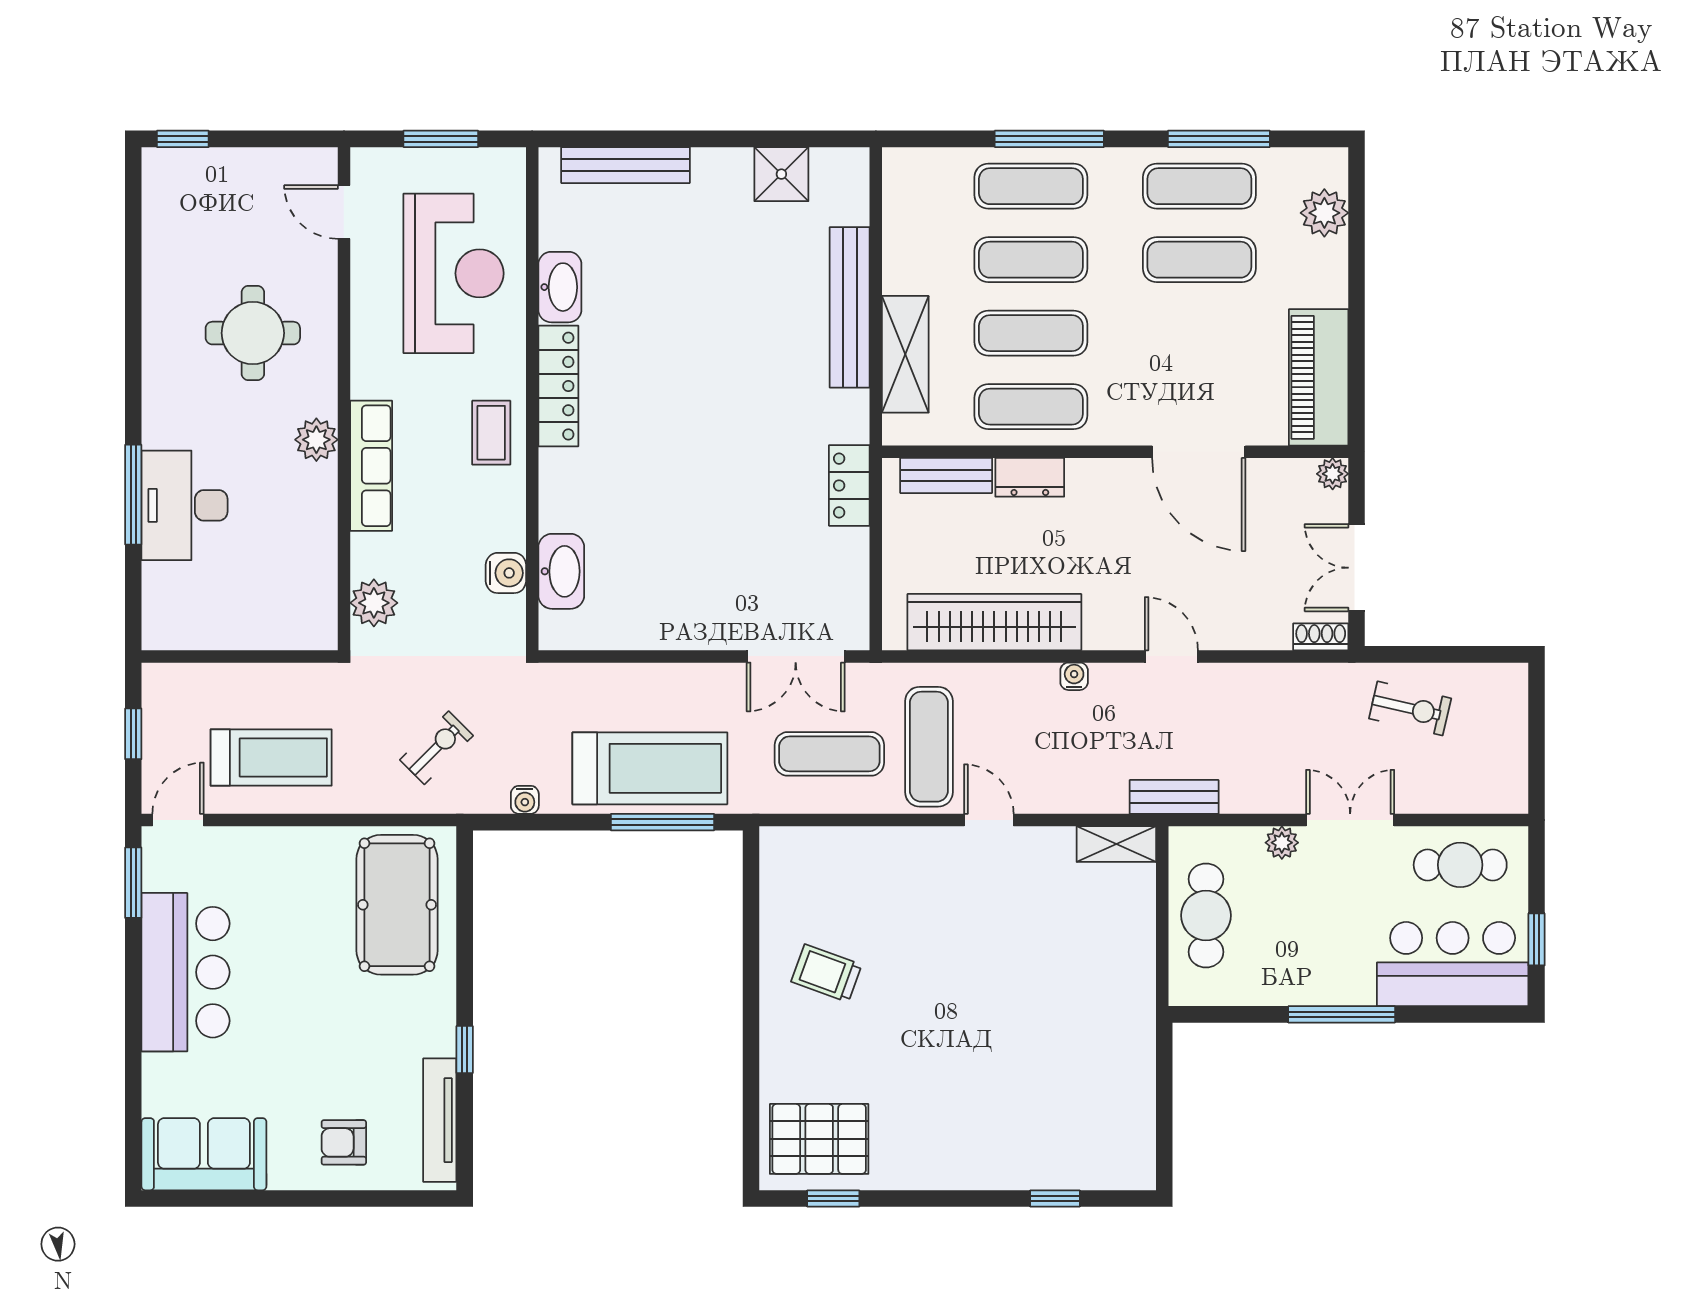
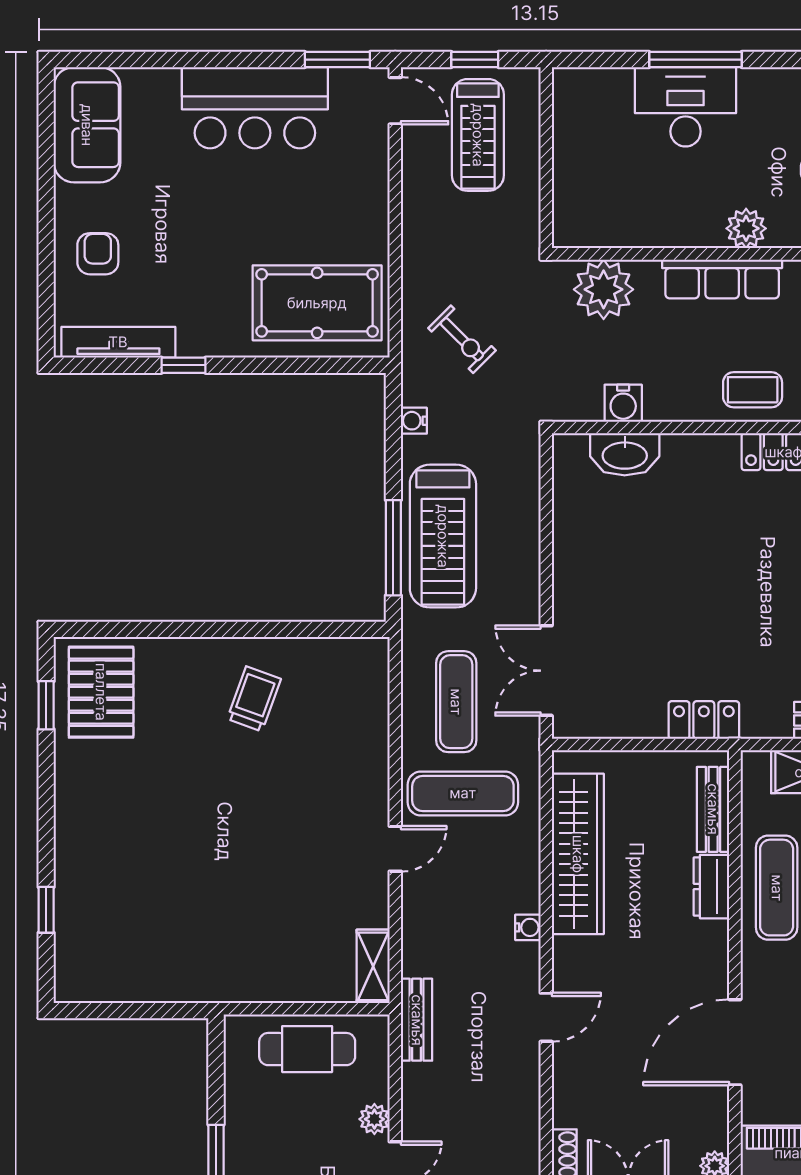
plant: (374, 603) -> (604, 289), width x1.36, depth x1.36
treadmill: (271, 757) -> (478, 135), moved

